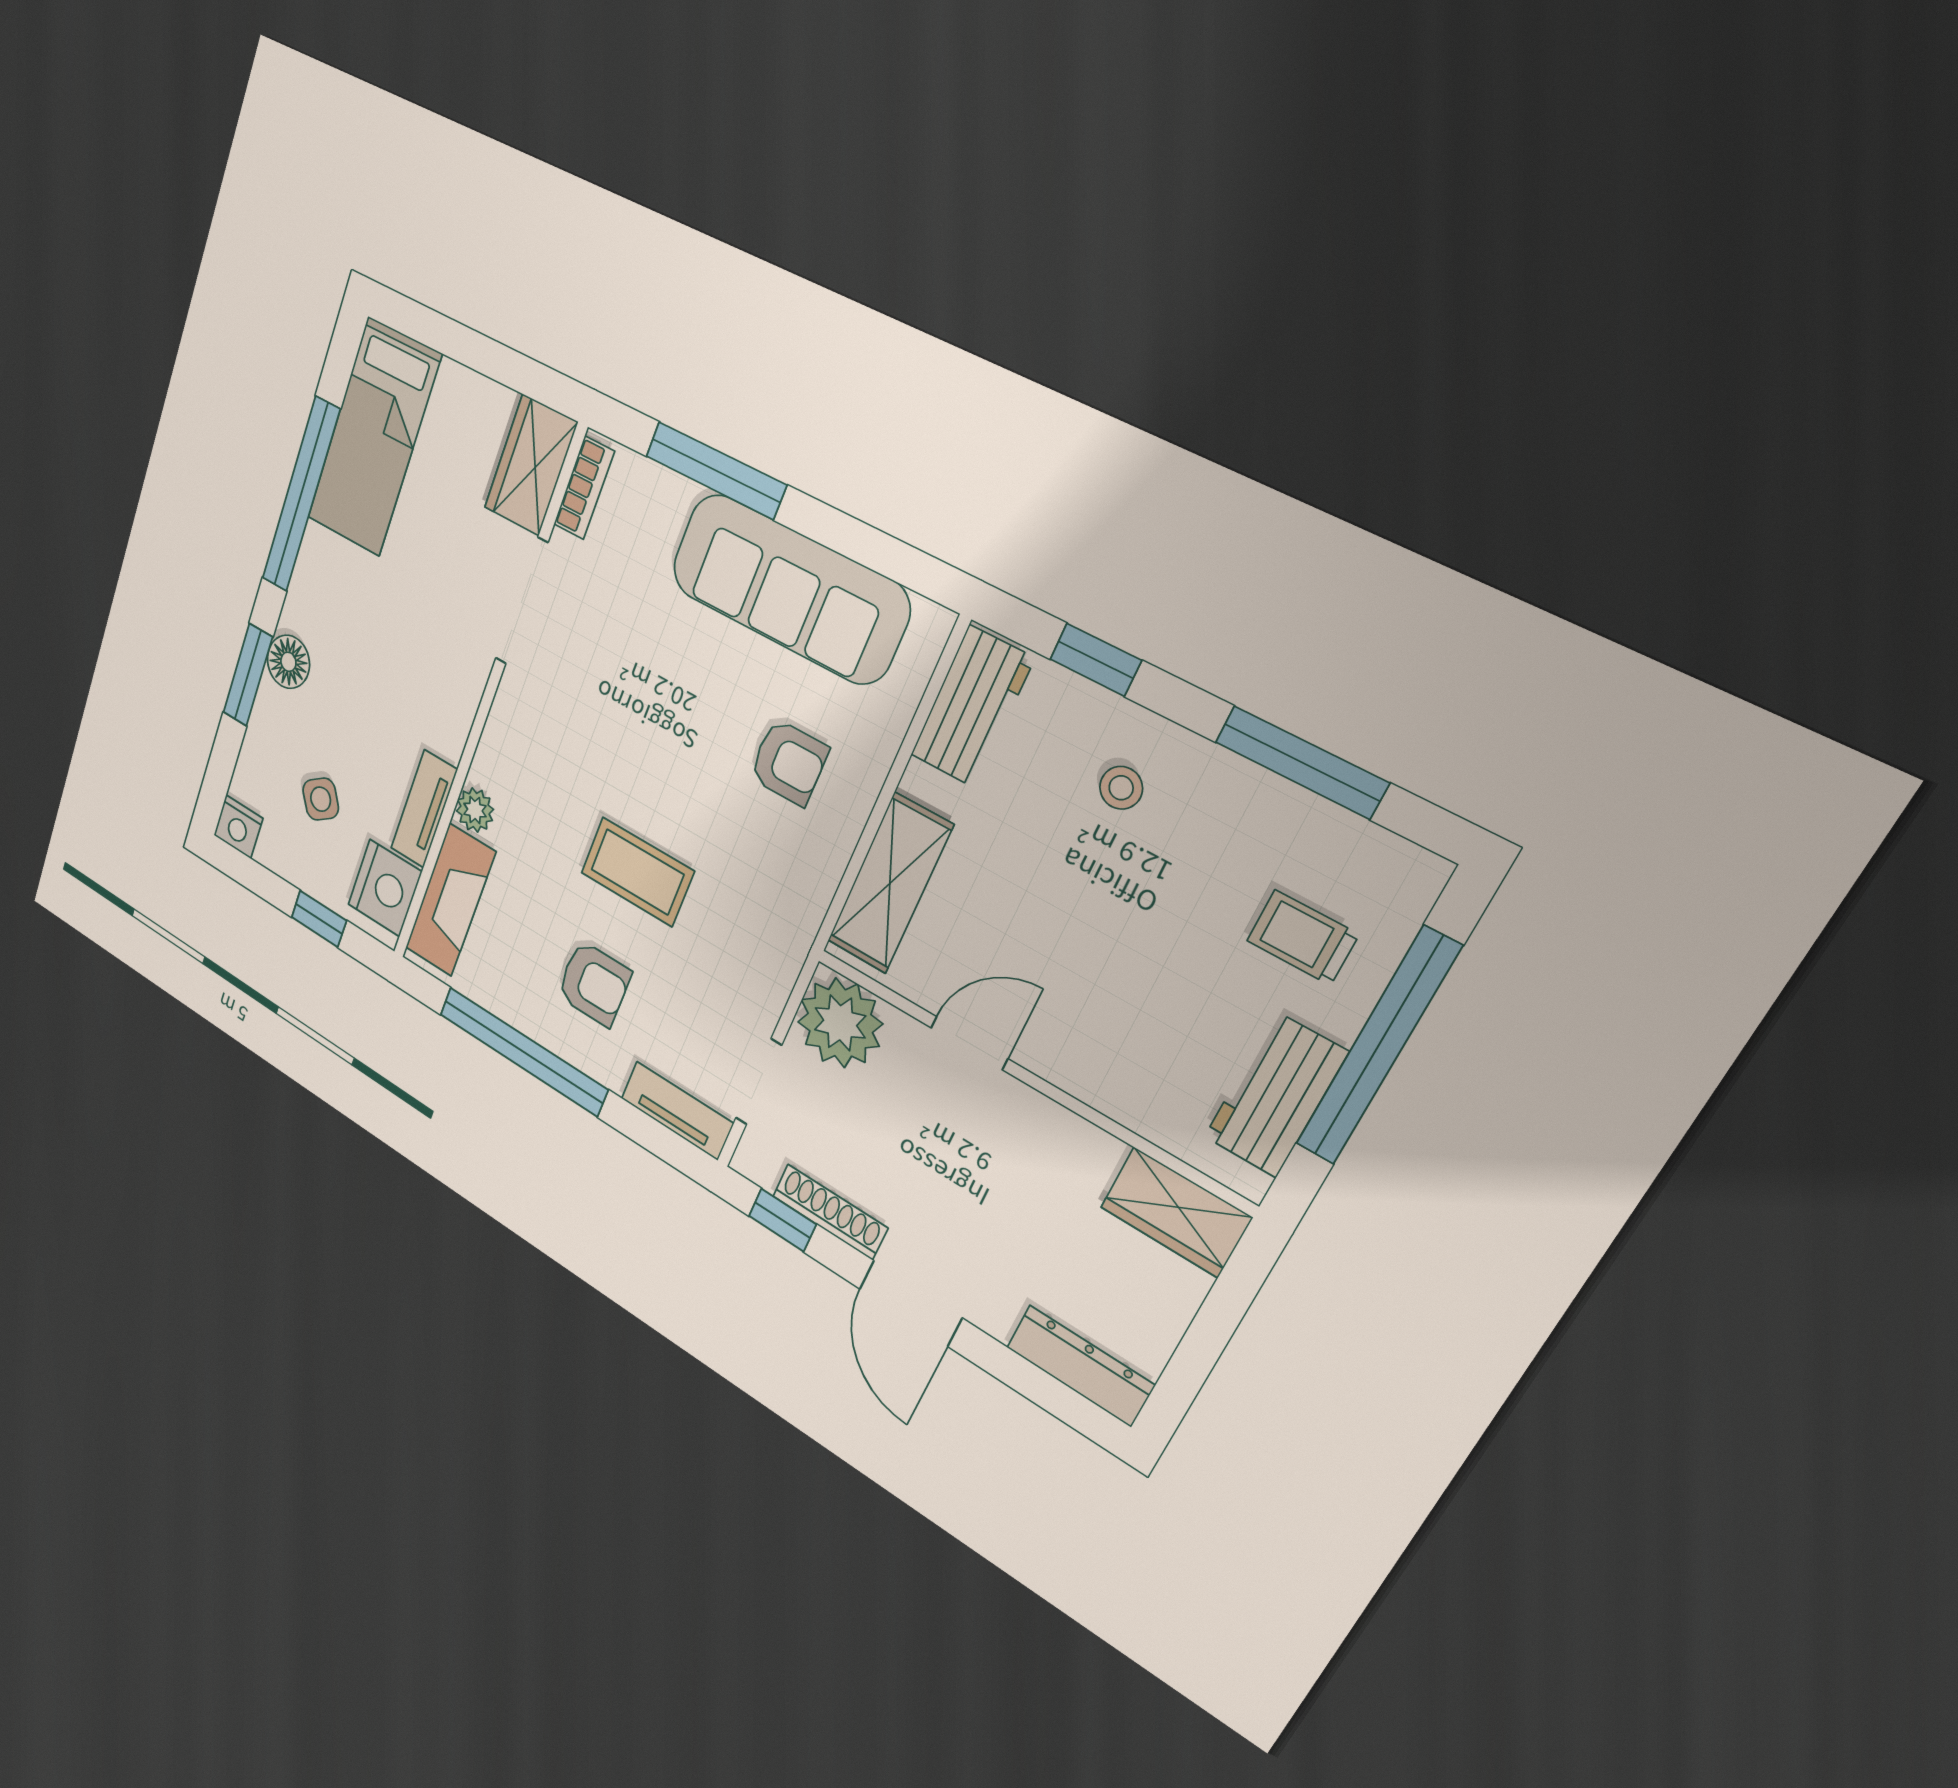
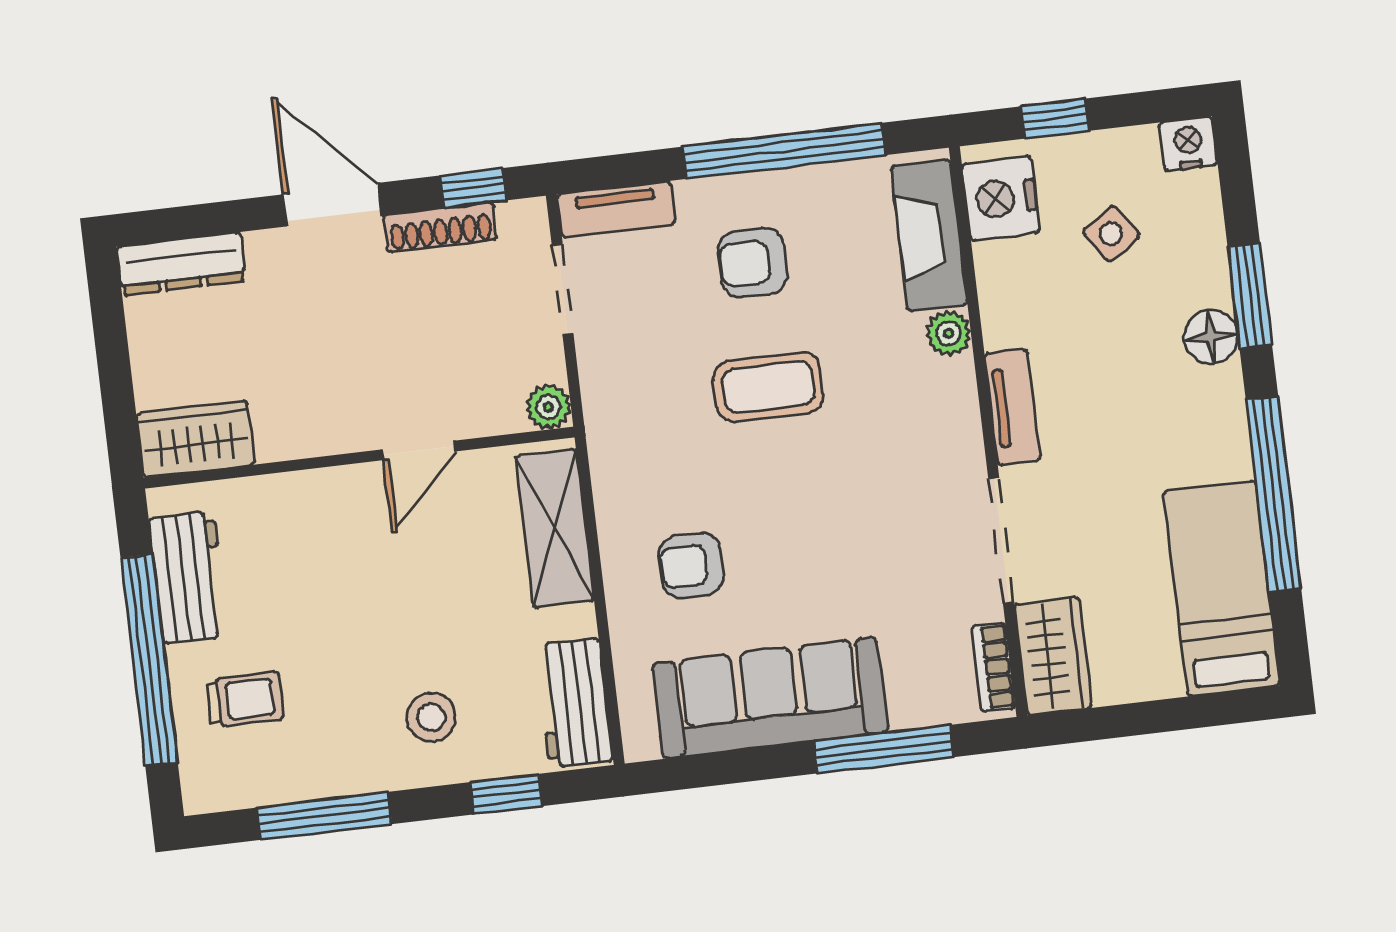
stool: (1121, 788) -> (431, 717), width x1.37, depth x1.37
tv unit: (424, 809) -> (1012, 407), moved
plant: (840, 1023) -> (548, 407), width x0.53, depth x0.53

